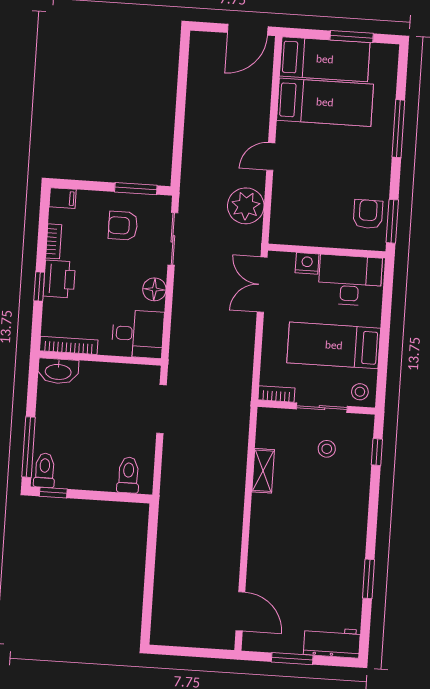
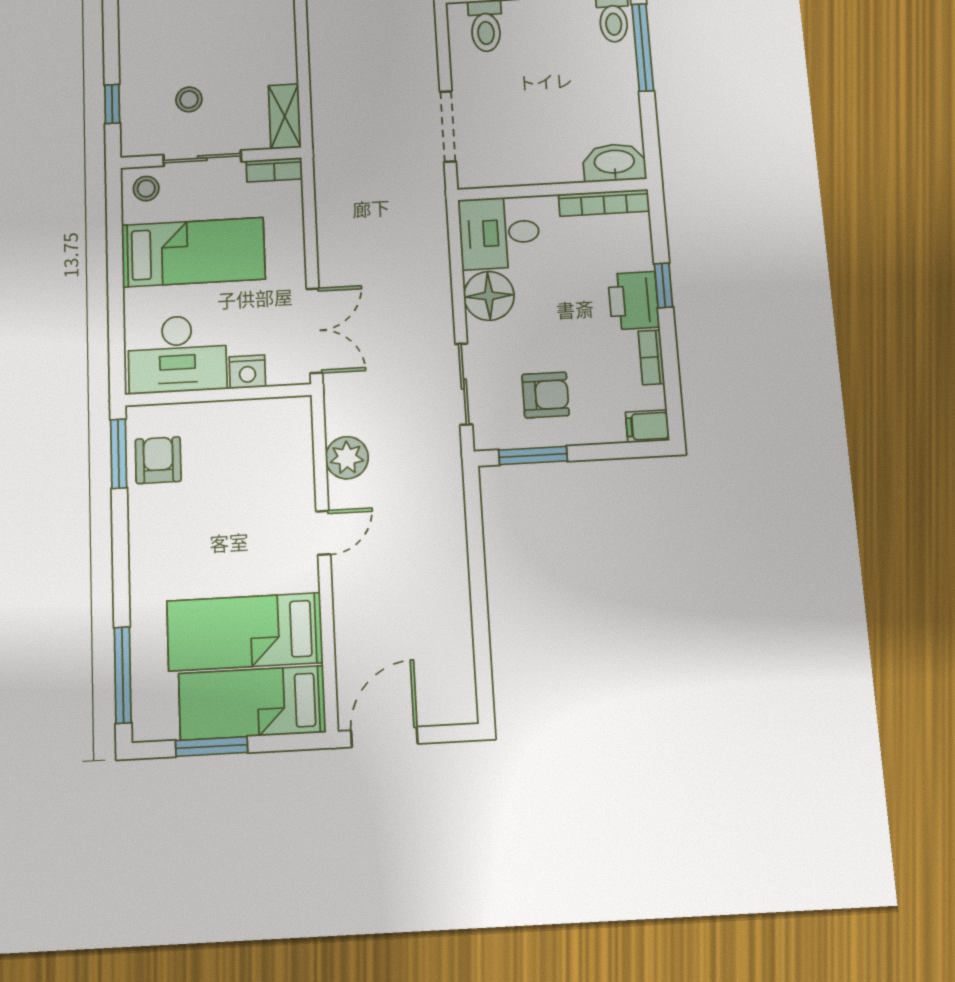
window: (398, 129) -> (123, 675), moved
plant: (246, 206) -> (347, 458), width x0.73, depth x0.73
armchair: (368, 214) -> (158, 460), turned 180
floor lamp: (154, 289) -> (489, 296), width x1.38, depth x1.38
shelving: (263, 471) -> (285, 116), moved

